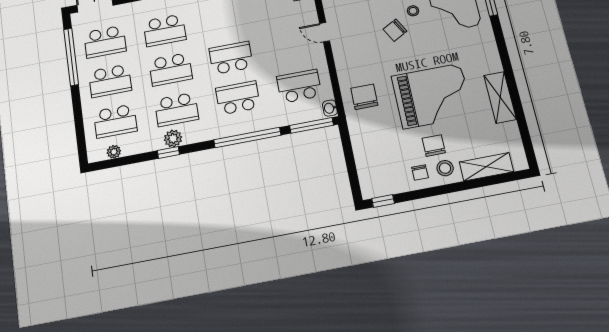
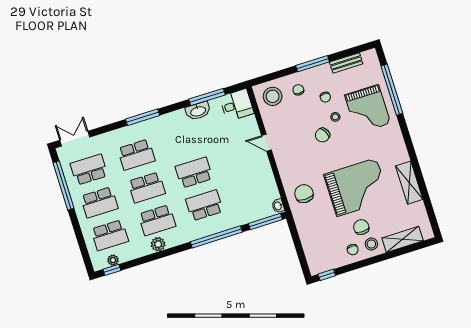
school desk: (105, 42) -> (89, 170), turned 180
school desk: (299, 86) -> (252, 190), removed
window: (168, 152) -> (112, 270), moved

